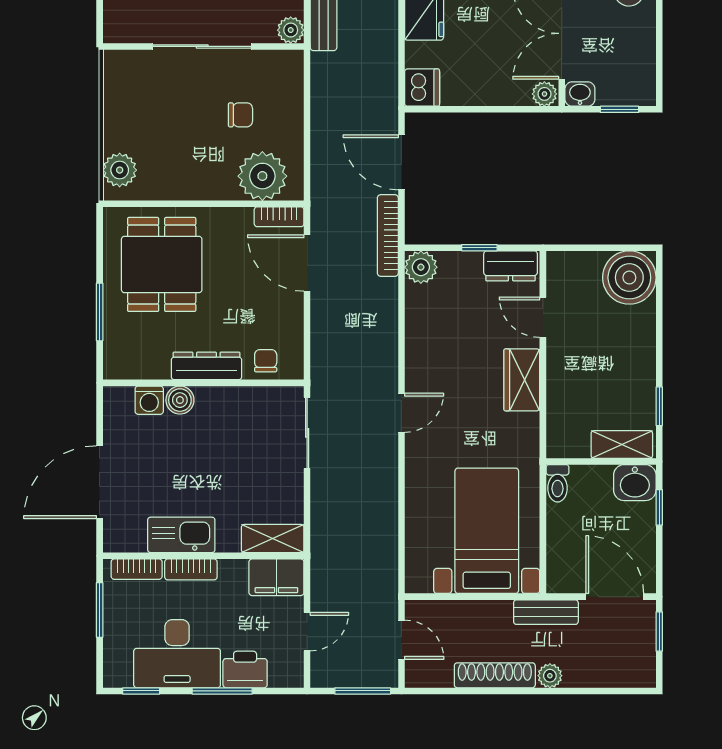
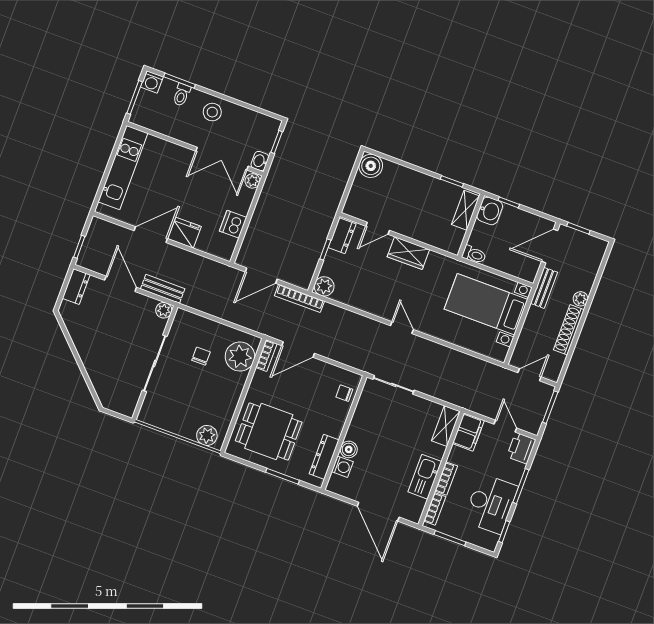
dishwasher: (422, 88) -> (233, 224), moved, turned -90
boiler: (629, 278) -> (371, 166), width x0.73, depth x0.73
dresser: (206, 366) -> (324, 457), moved
printer: (245, 670) -> (521, 448), moved

